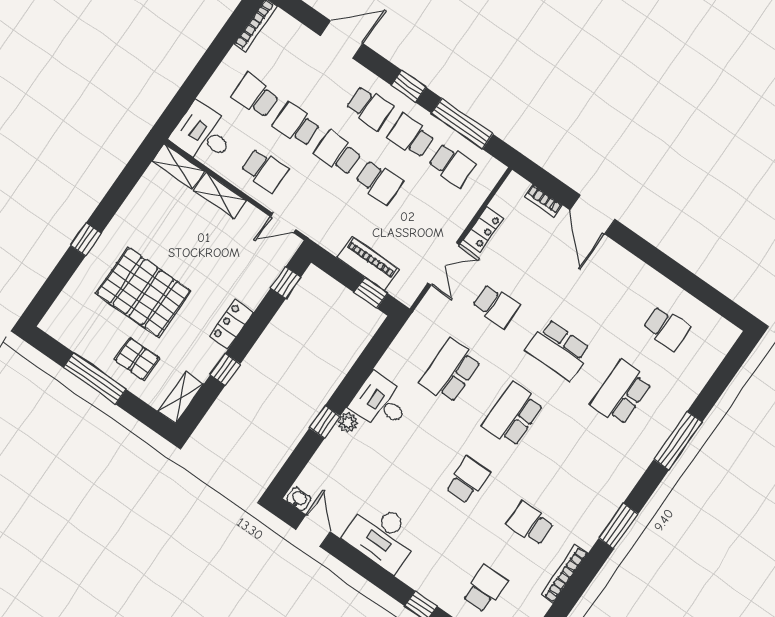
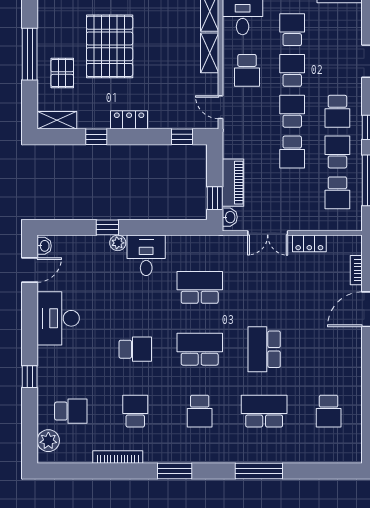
washbasin: (401, 291) -> (230, 217), added
school desk: (496, 306) -> (200, 411), moved

